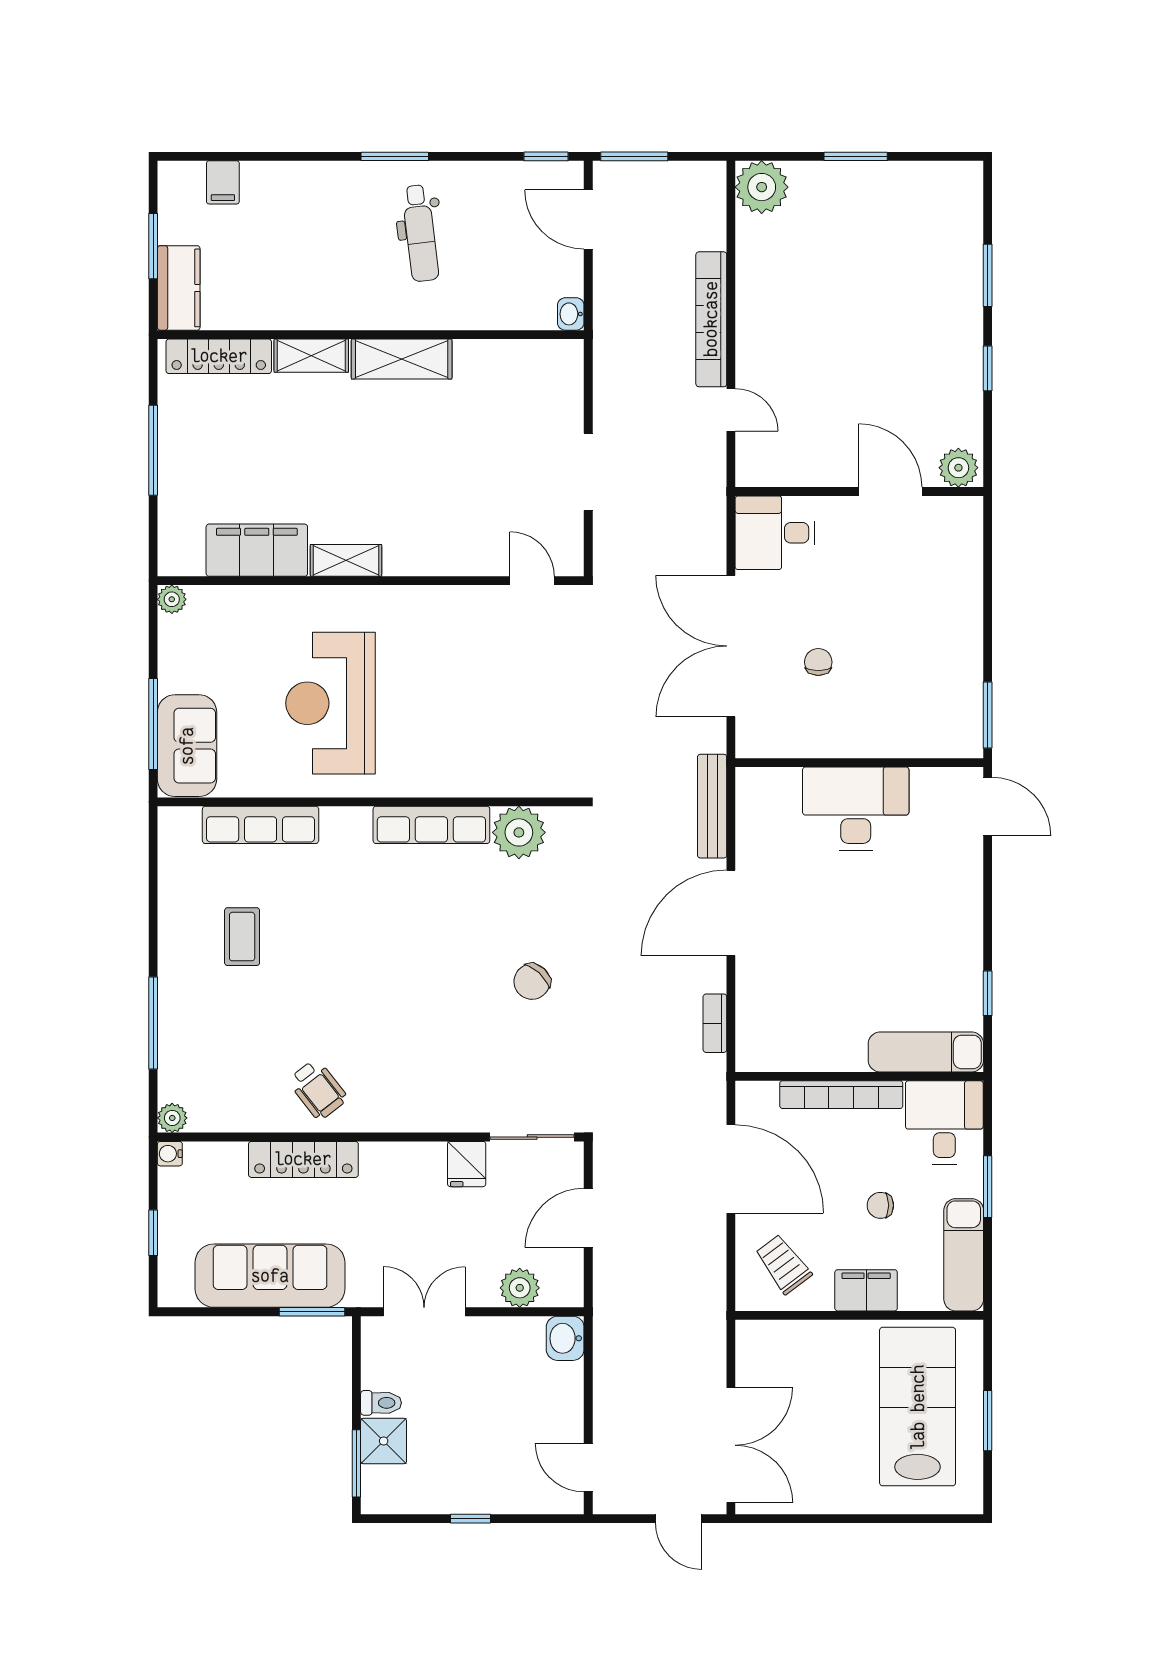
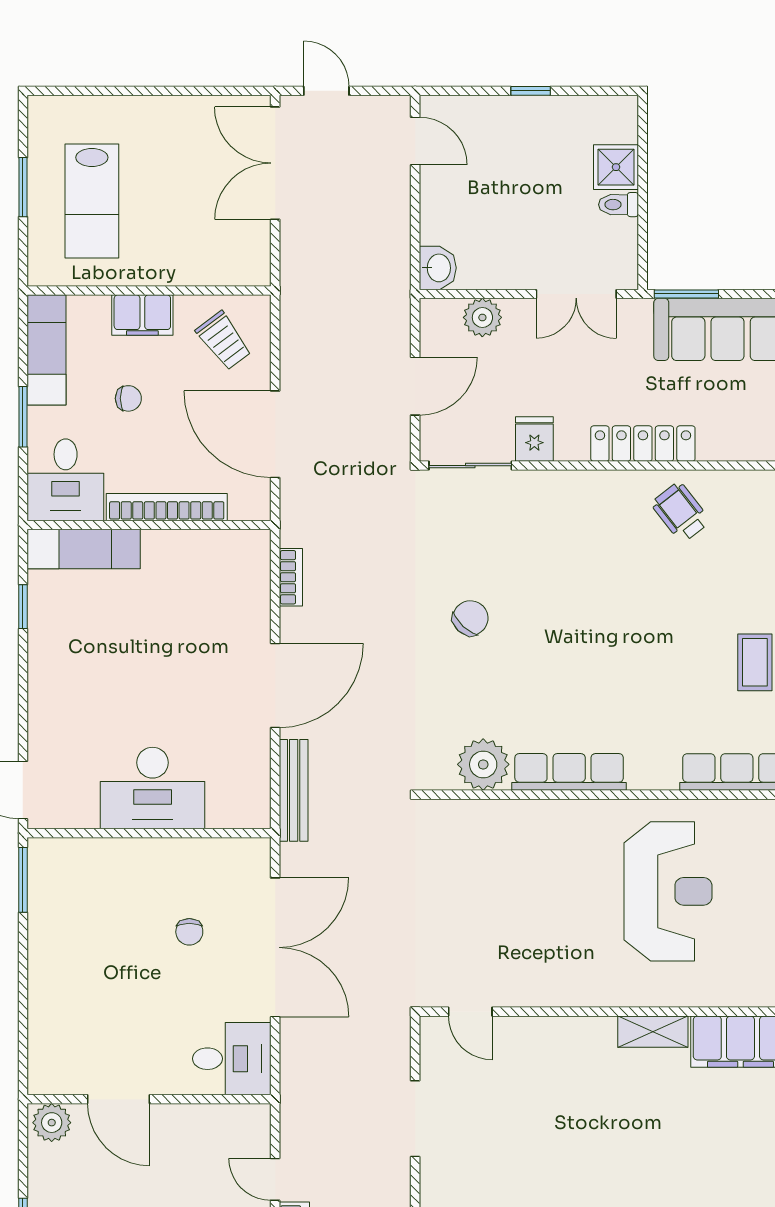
locker: (303, 1159) -> (643, 444), moved
lab bench: (918, 1407) -> (92, 201), width x0.73, depth x0.72
window: (356, 1463) -> (643, 145), removed

